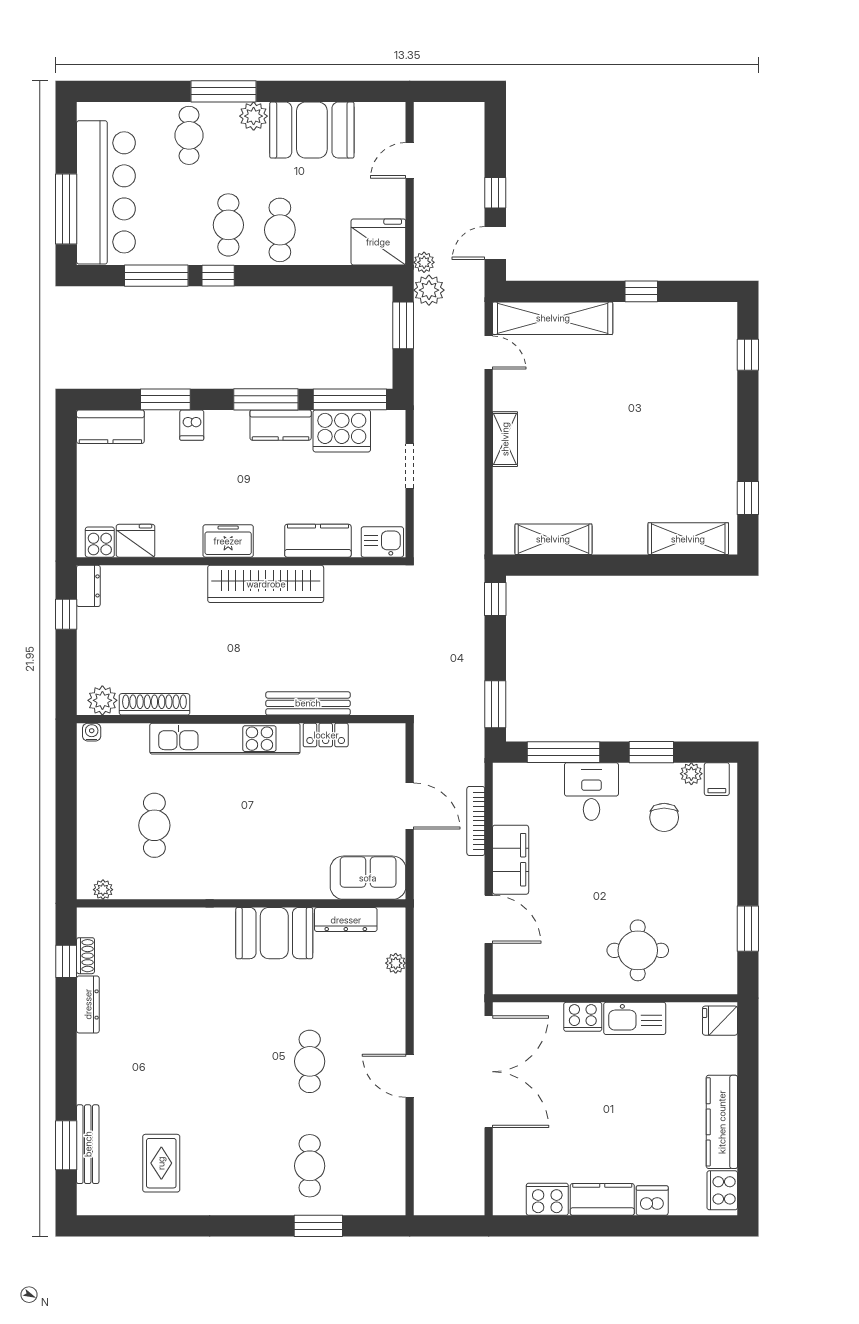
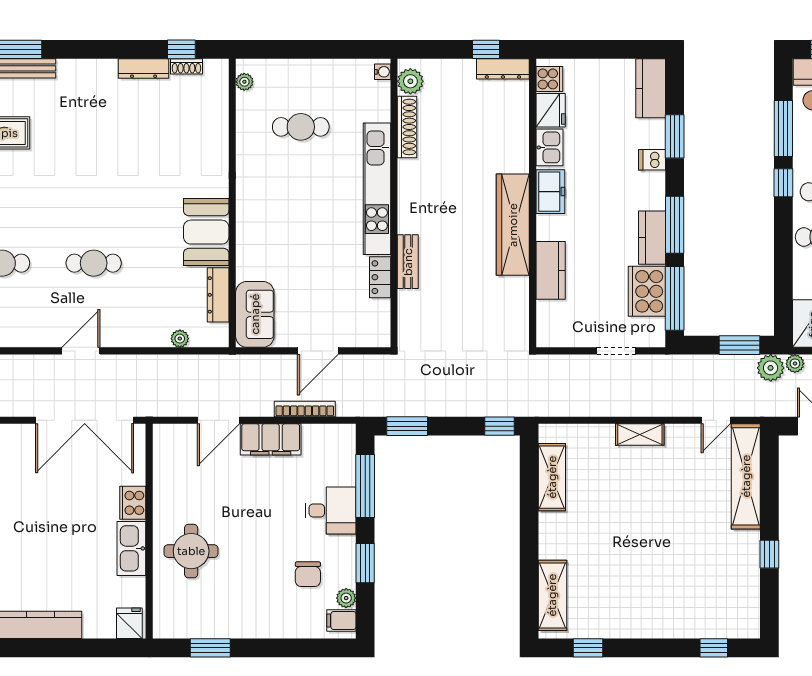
kitchen sink: (382, 542) -> (550, 147), moved
dresser: (88, 586) -> (503, 69), width x1.44
bench: (308, 703) -> (408, 262), width x0.73
chair: (664, 817) -> (308, 574), turned -90

